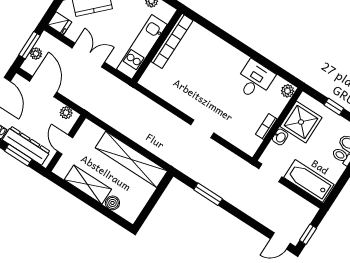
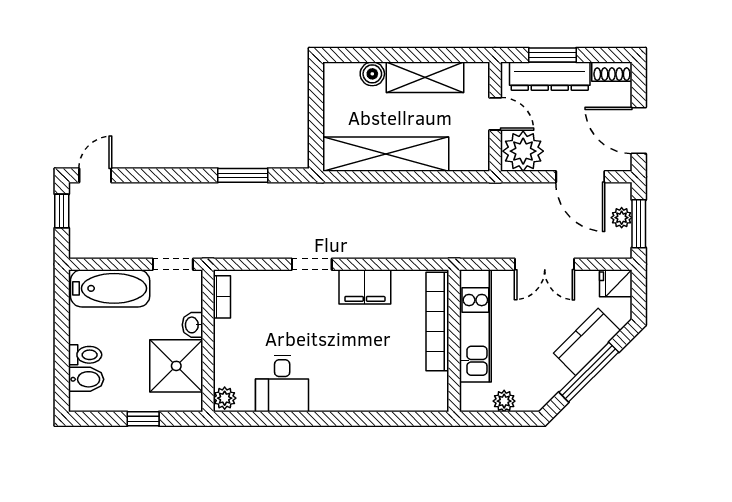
bookcase: (172, 41) -> (437, 321), moved
filing cabinet: (184, 101) -> (365, 287), added
plant: (66, 113) -> (523, 151), width x1.87, depth x1.87
bookcase: (266, 127) -> (222, 297), moved

